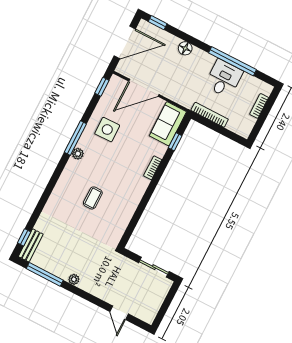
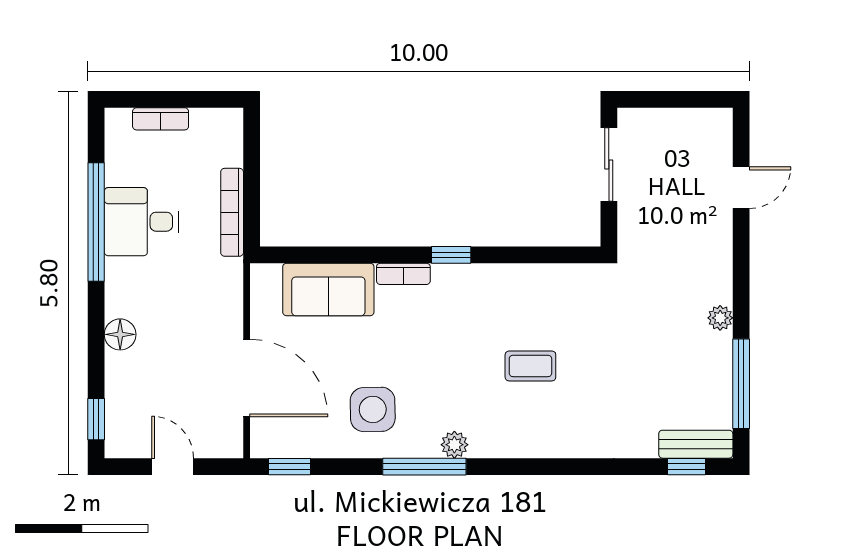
door: (125, 42) -> (173, 467), width x0.53
sofa: (168, 124) -> (328, 289), moved
window: (175, 142) -> (451, 255), moved

